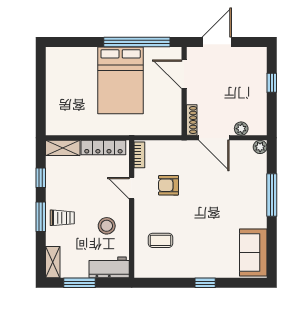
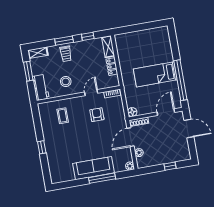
bed: (121, 80) -> (155, 74), width x0.67
floor lamp: (174, 128) -> (132, 112), added
locker: (103, 148) -> (112, 67), width x0.66
sofa: (253, 252) -> (93, 168), moved, width x1.36

